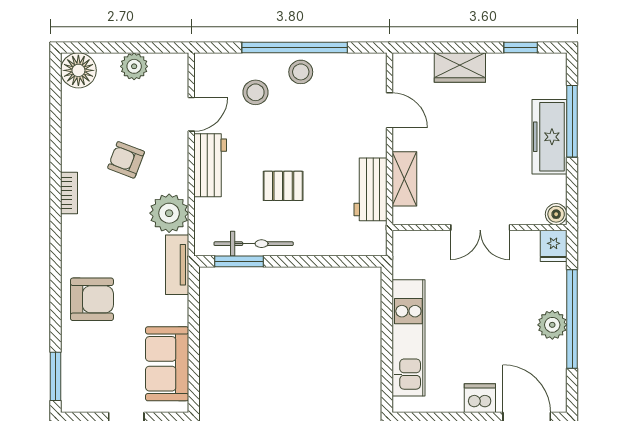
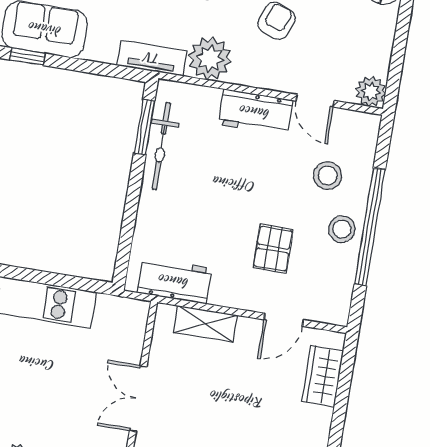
plant: (134, 66) -> (371, 92), moved
wardrobe: (460, 67) -> (323, 376), moved
pallet: (283, 186) -> (273, 249), moved
workbench: (371, 189) -> (174, 281), moved
window: (194, 375) -> (27, 57), added

